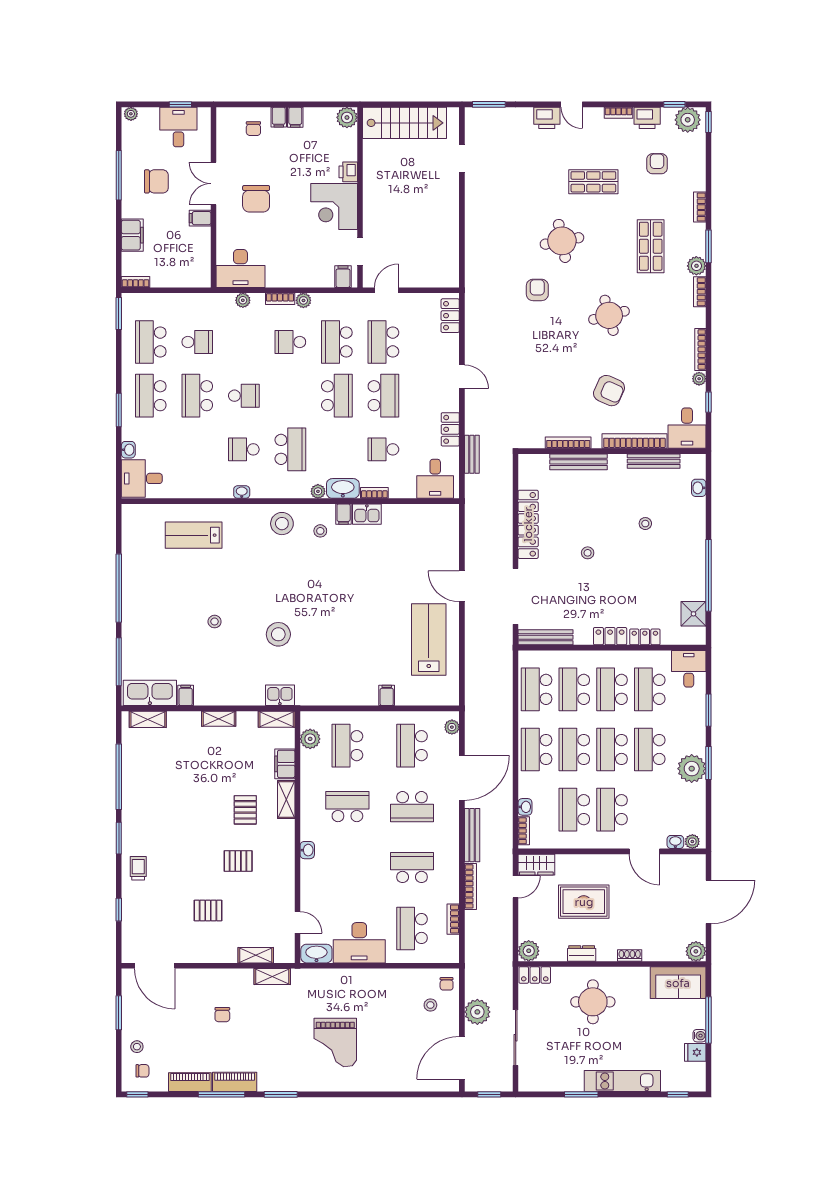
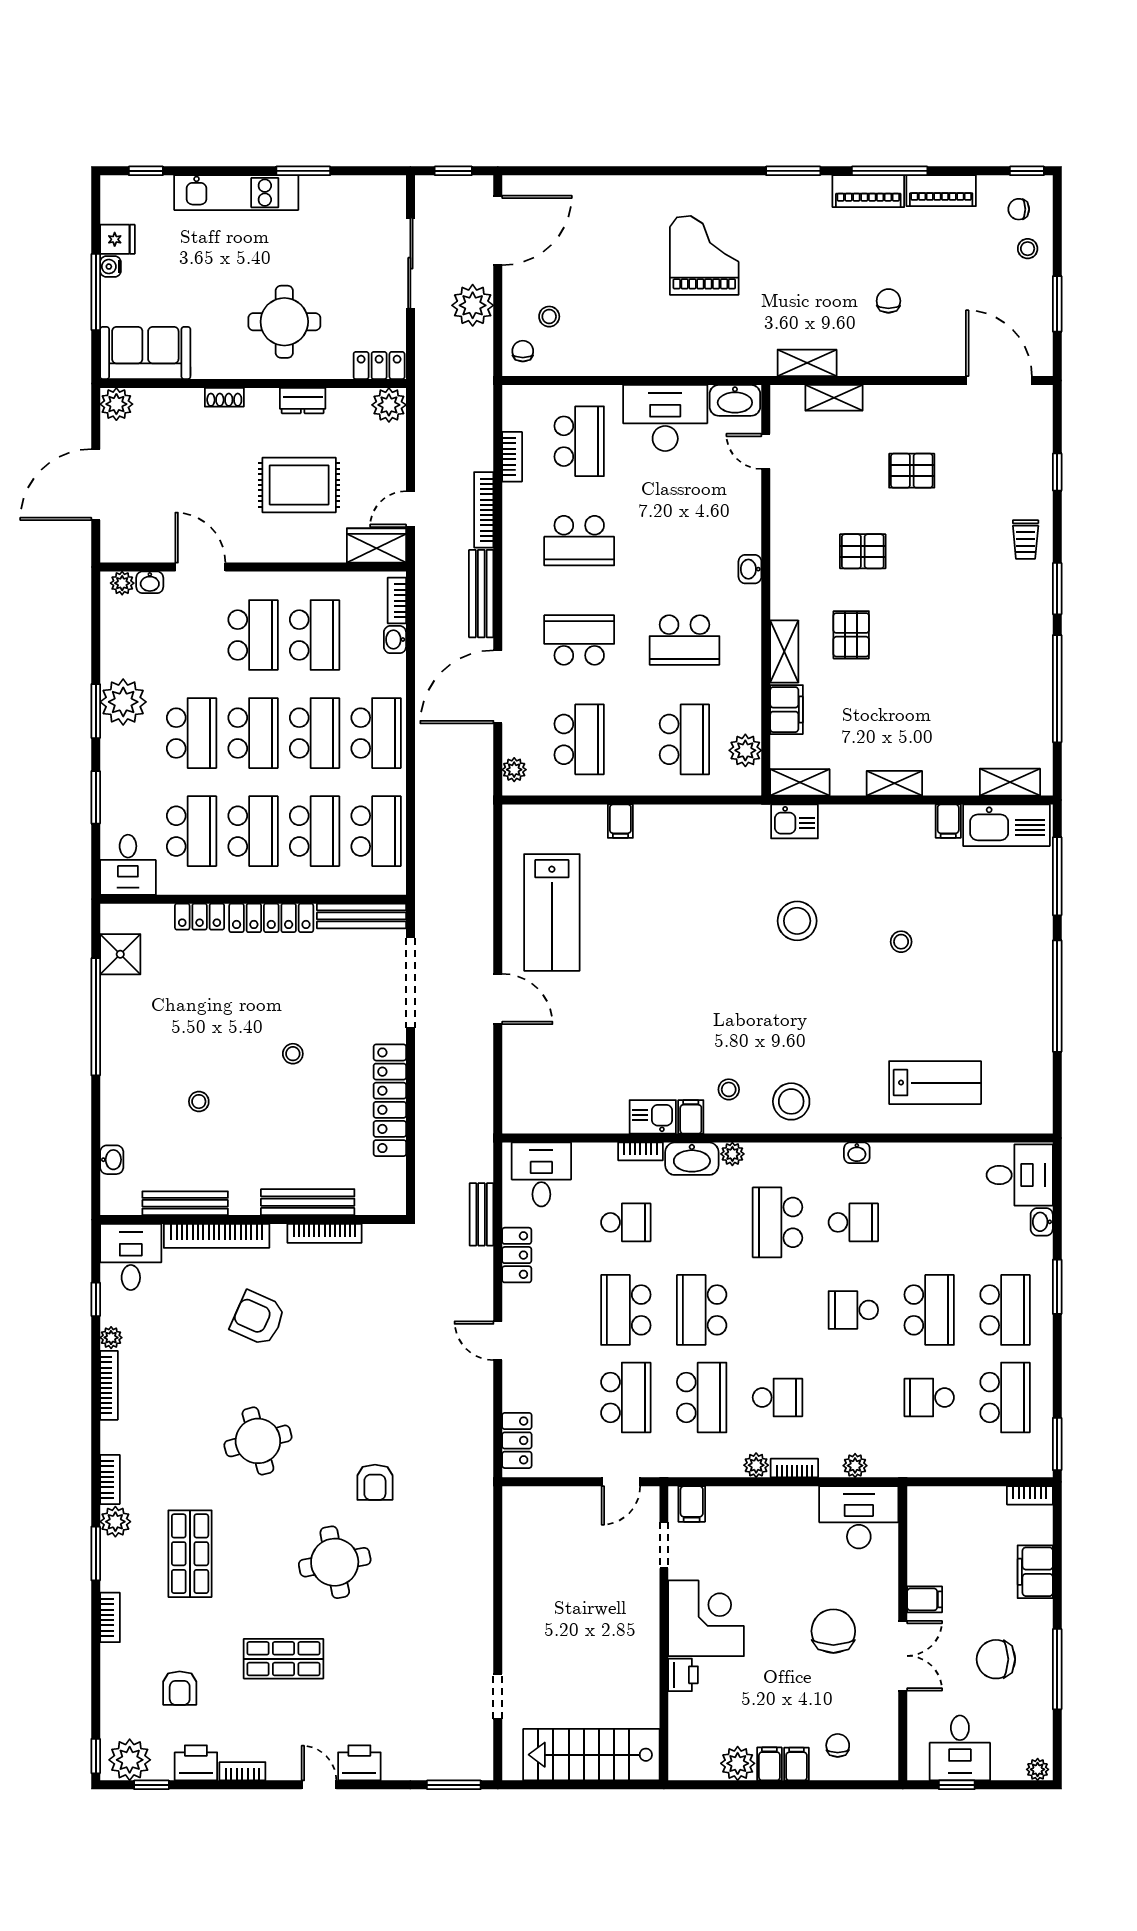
plant: (347, 117) -> (738, 1763), moved
locker: (610, 636) -> (271, 918), width x1.53

